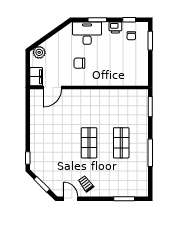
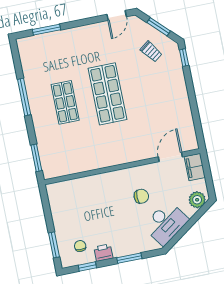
desk: (87, 33) -> (166, 223), moved, turned -35
shop shelf: (89, 143) -> (107, 94), width x1.43, depth x1.36
trolley: (86, 184) -> (151, 52), moved
door: (71, 199) -> (117, 15), hinge flipped

